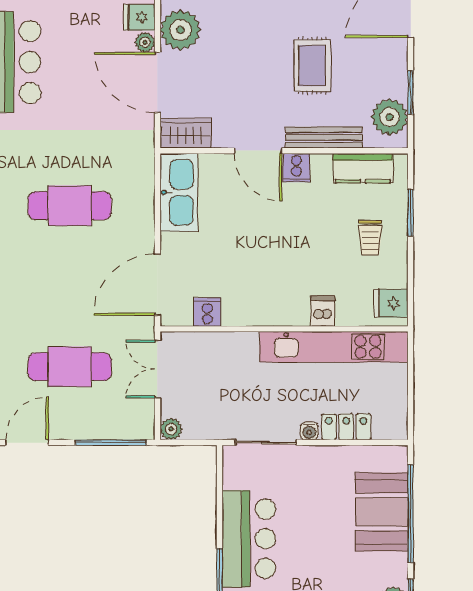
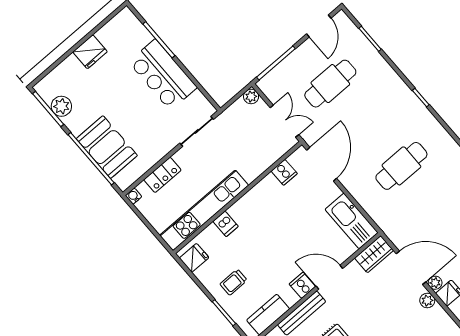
plant: (180, 30) -> (427, 301), width x0.53, depth x0.53
trolley: (370, 238) -> (234, 282), turned -90
water cooler: (309, 431) -> (134, 196), moved

